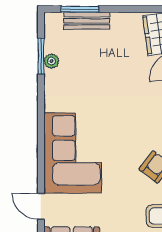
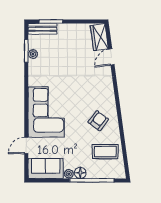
bench: (87, 21) -> (43, 29), moved
door: (41, 206) -> (26, 146), hinge flipped

